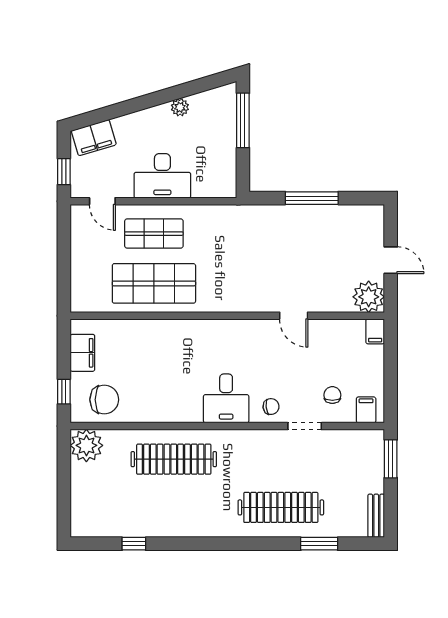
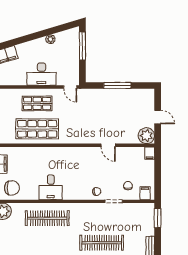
door: (102, 201) -> (70, 87), moved
desk: (226, 398) -> (51, 187), moved

